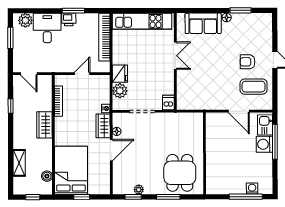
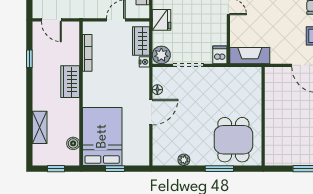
plant: (120, 91) -> (161, 55), moved
fireplace: (193, 103) -> (250, 56), added
wardrobe: (103, 126) -> (141, 41), moved
window: (133, 197) -> (177, 169), removed

